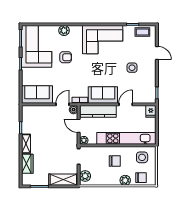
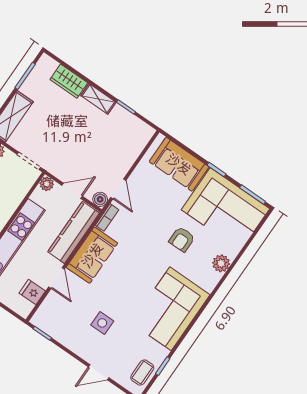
sofa: (37, 95) -> (179, 164), moved, turned 90
fridge: (151, 111) -> (32, 292), moved

